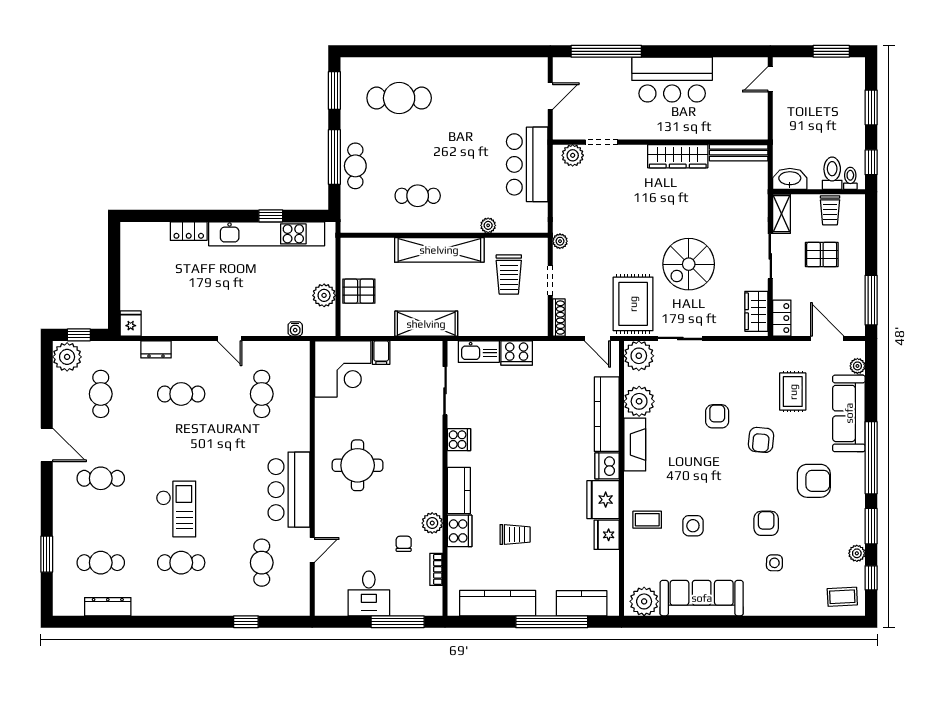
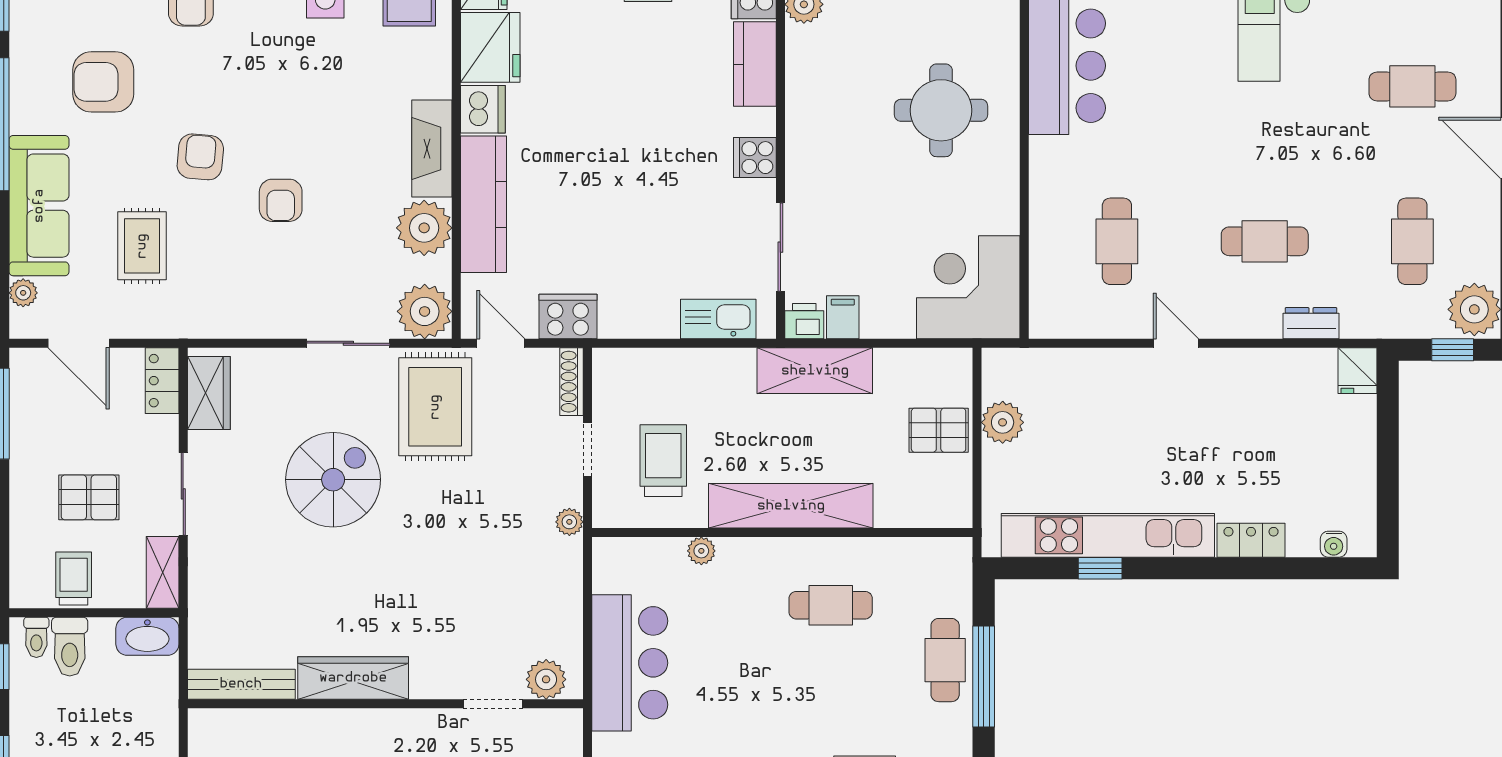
water cooler: (295, 329) -> (1334, 544), moved, turned 180
printer: (432, 351) -> (804, 321), added
filing cabinet: (381, 353) -> (843, 317), moved
cooker: (517, 353) -> (568, 317), moved

